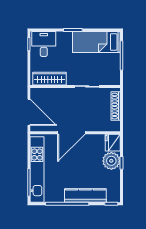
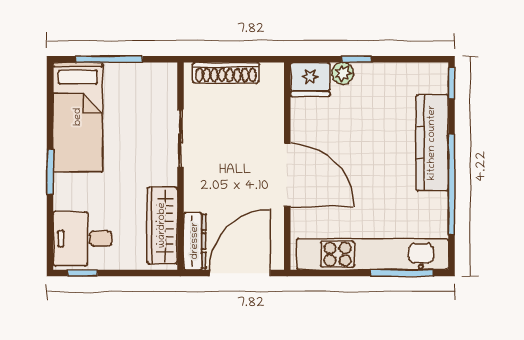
dresser: (43, 93) -> (195, 241), added
plant: (111, 161) -> (343, 73), width x0.53, depth x0.53

